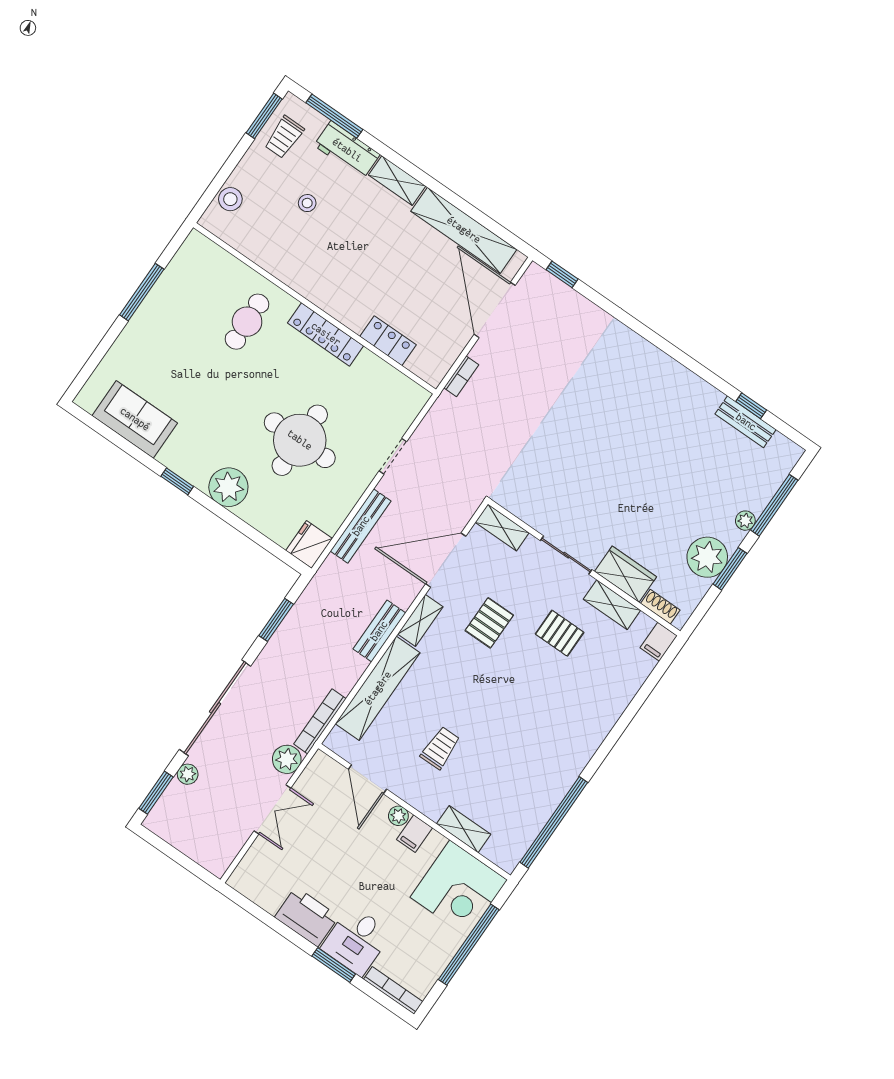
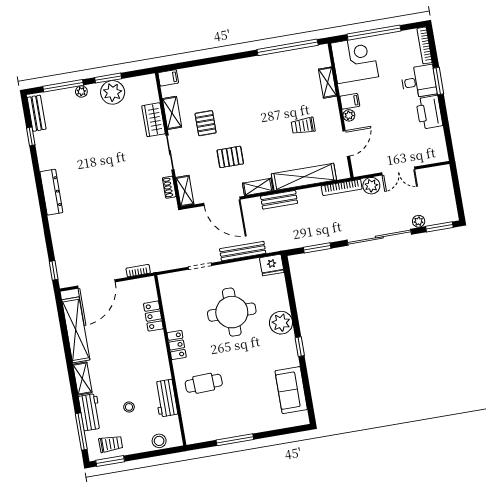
workbench: (274, 258) -> (166, 398), added
locker: (326, 334) -> (177, 345), width x0.66
dresser: (659, 365) -> (51, 192), added
bench: (746, 422) -> (37, 113), moved
shoe rack: (660, 607) -> (169, 187), moved
double door: (272, 809) -> (398, 171), swing flipped

